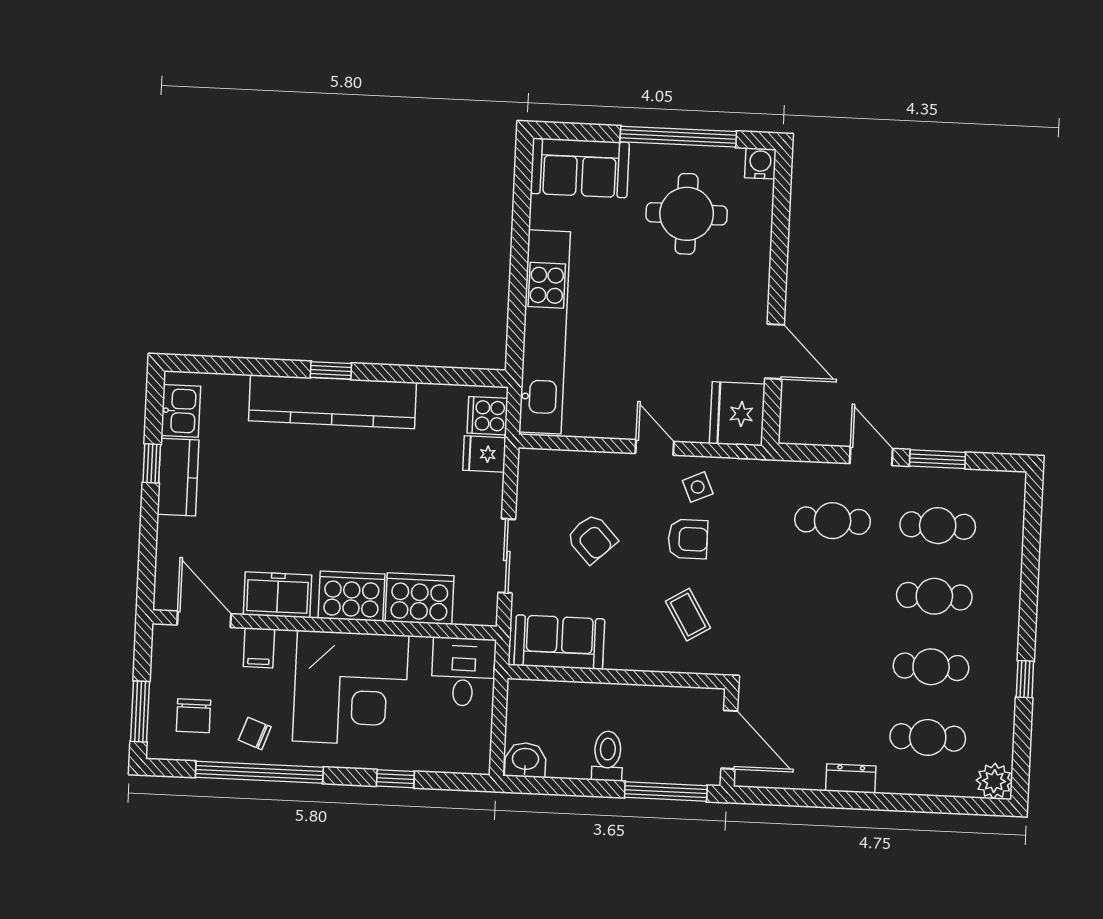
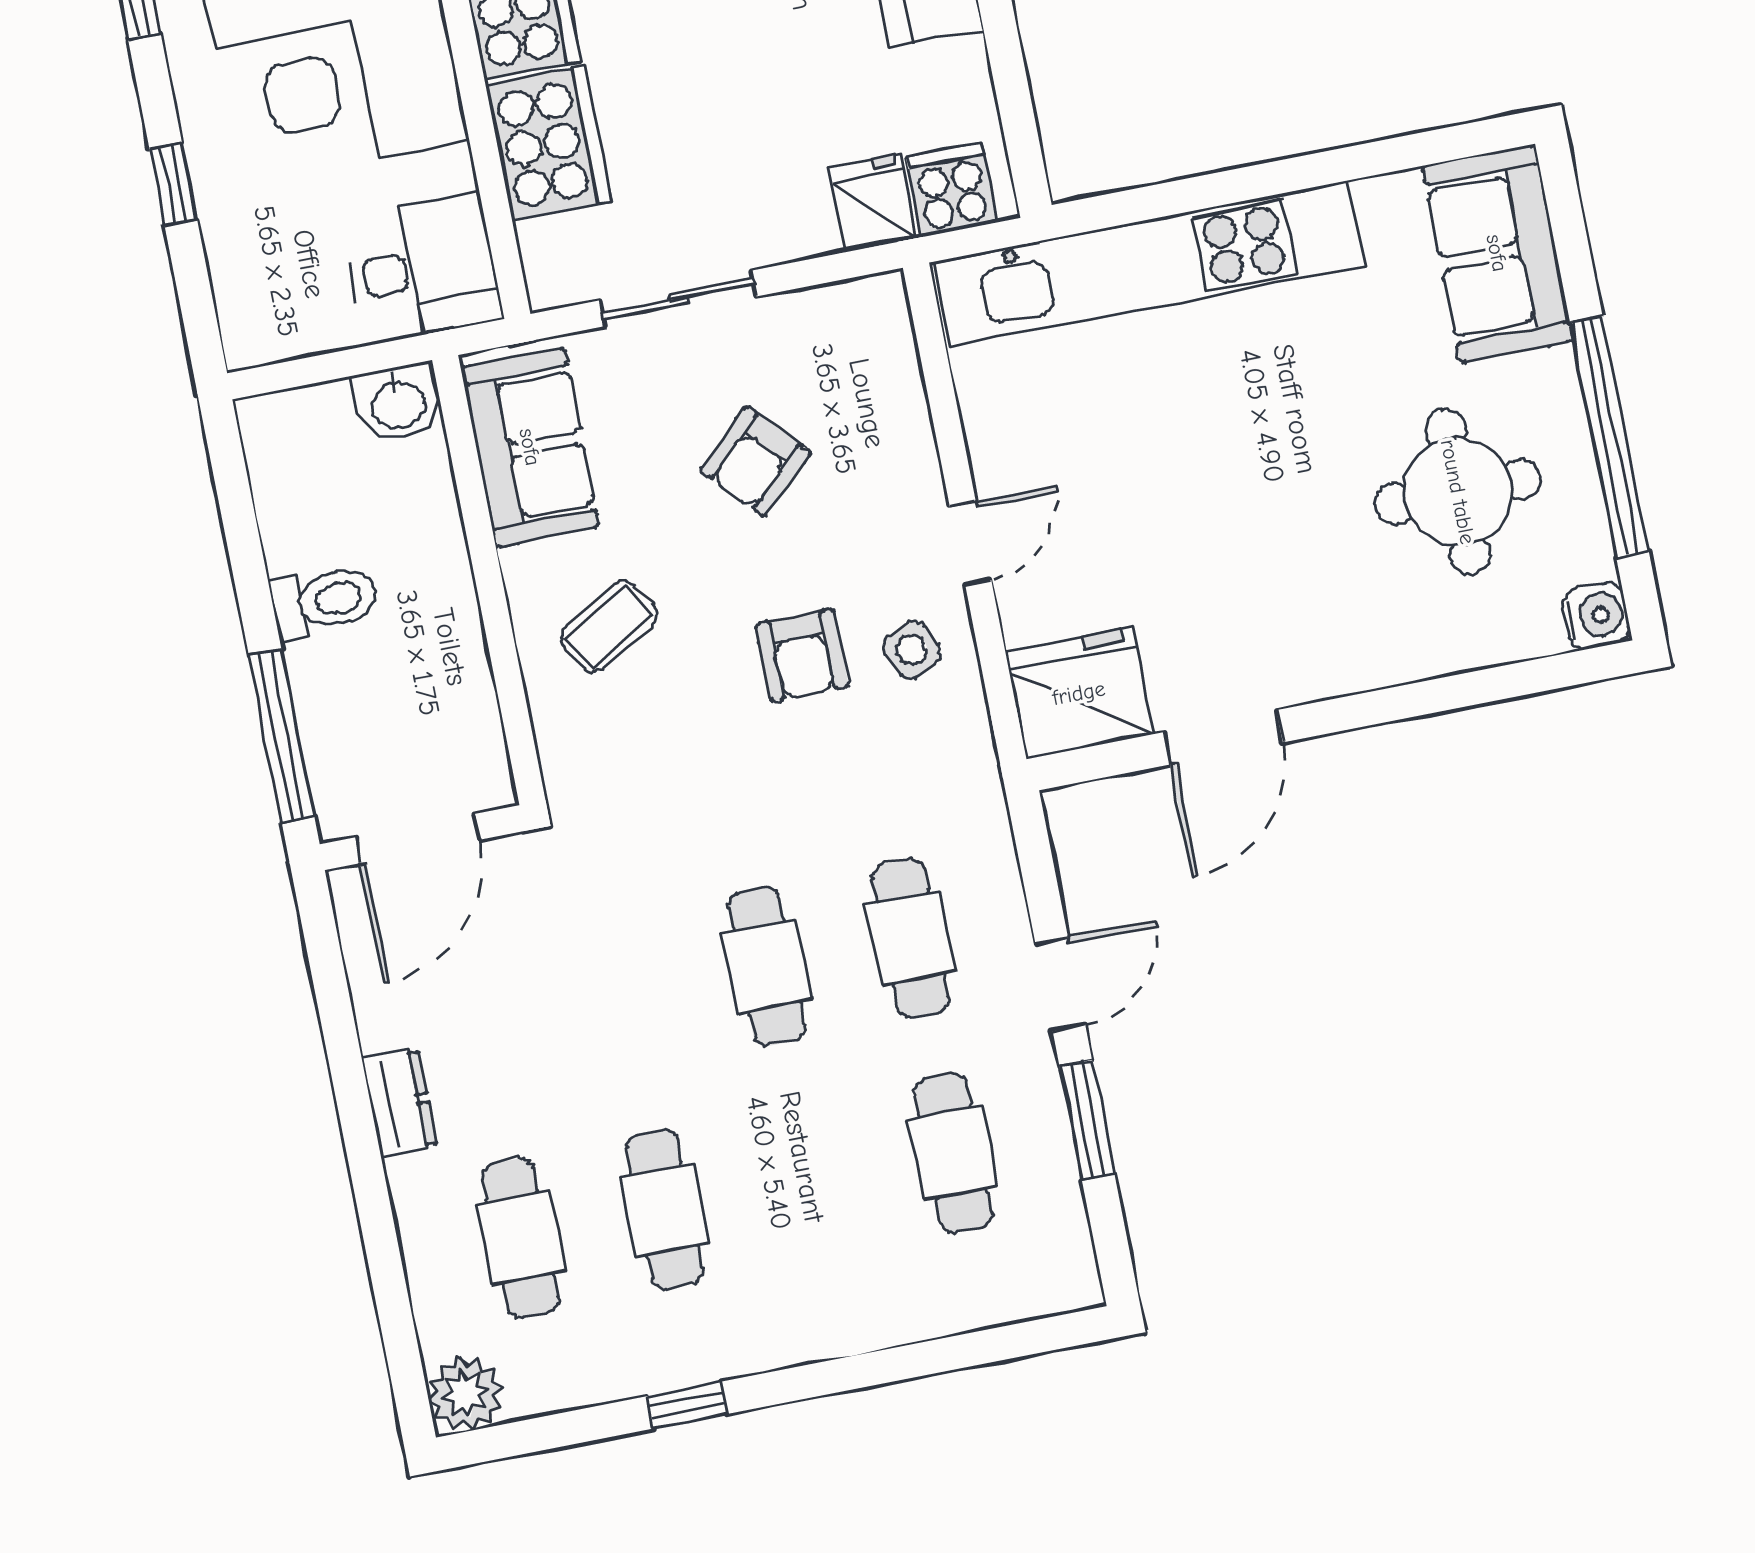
cafe table: (934, 596) -> (767, 967), moved
coffee table: (688, 615) -> (609, 626), moved
washbasin: (525, 760) -> (398, 403), moved, turned 90

